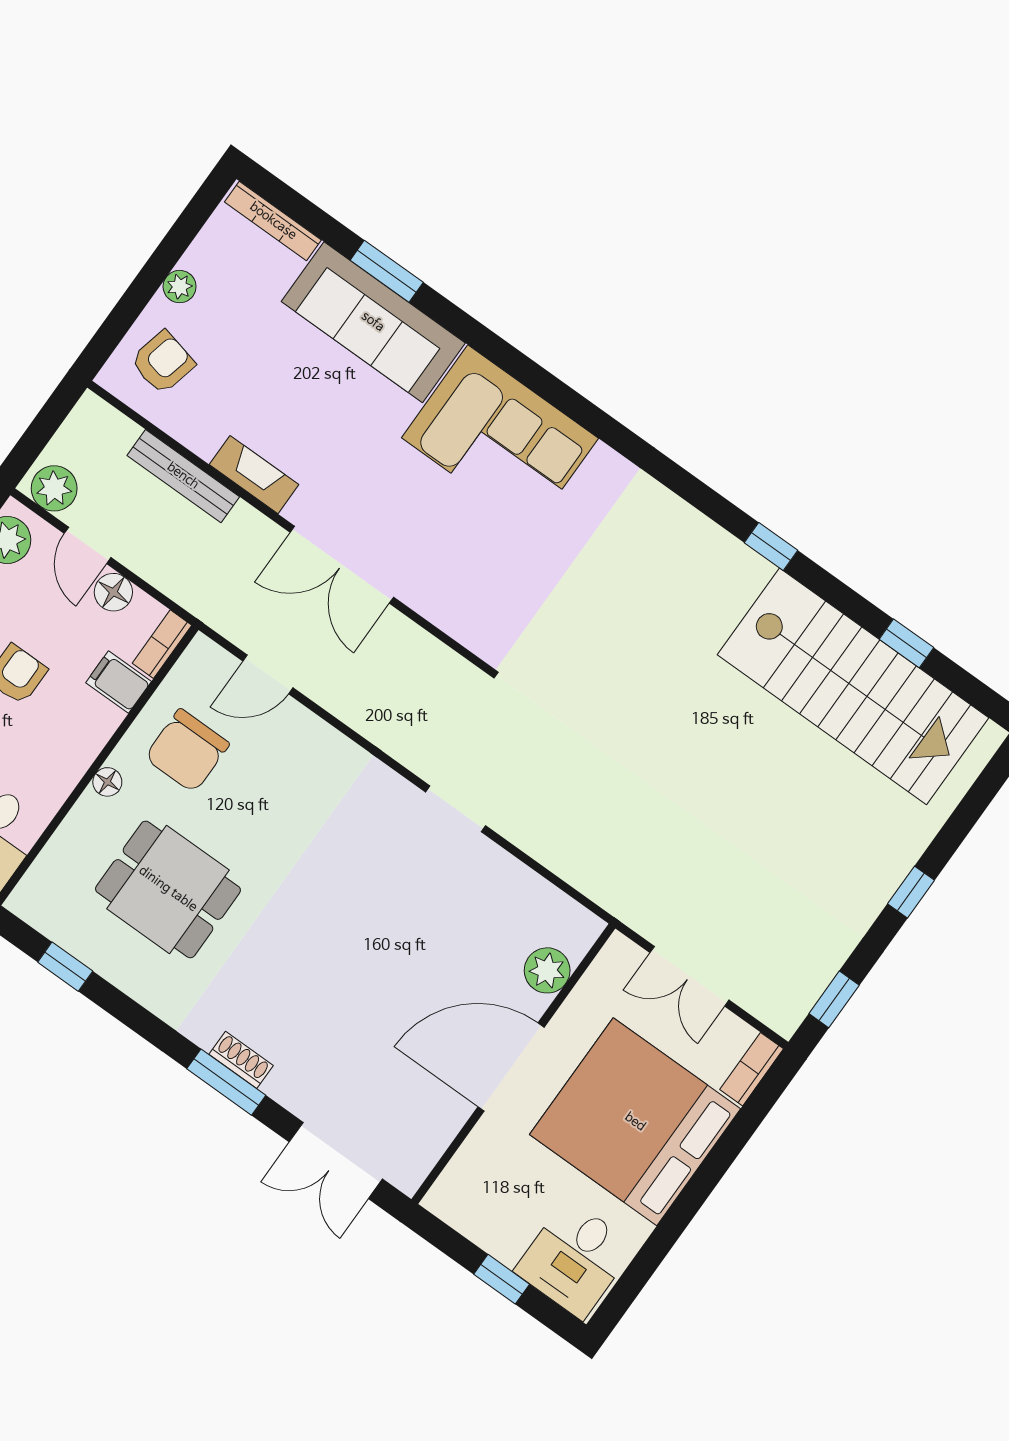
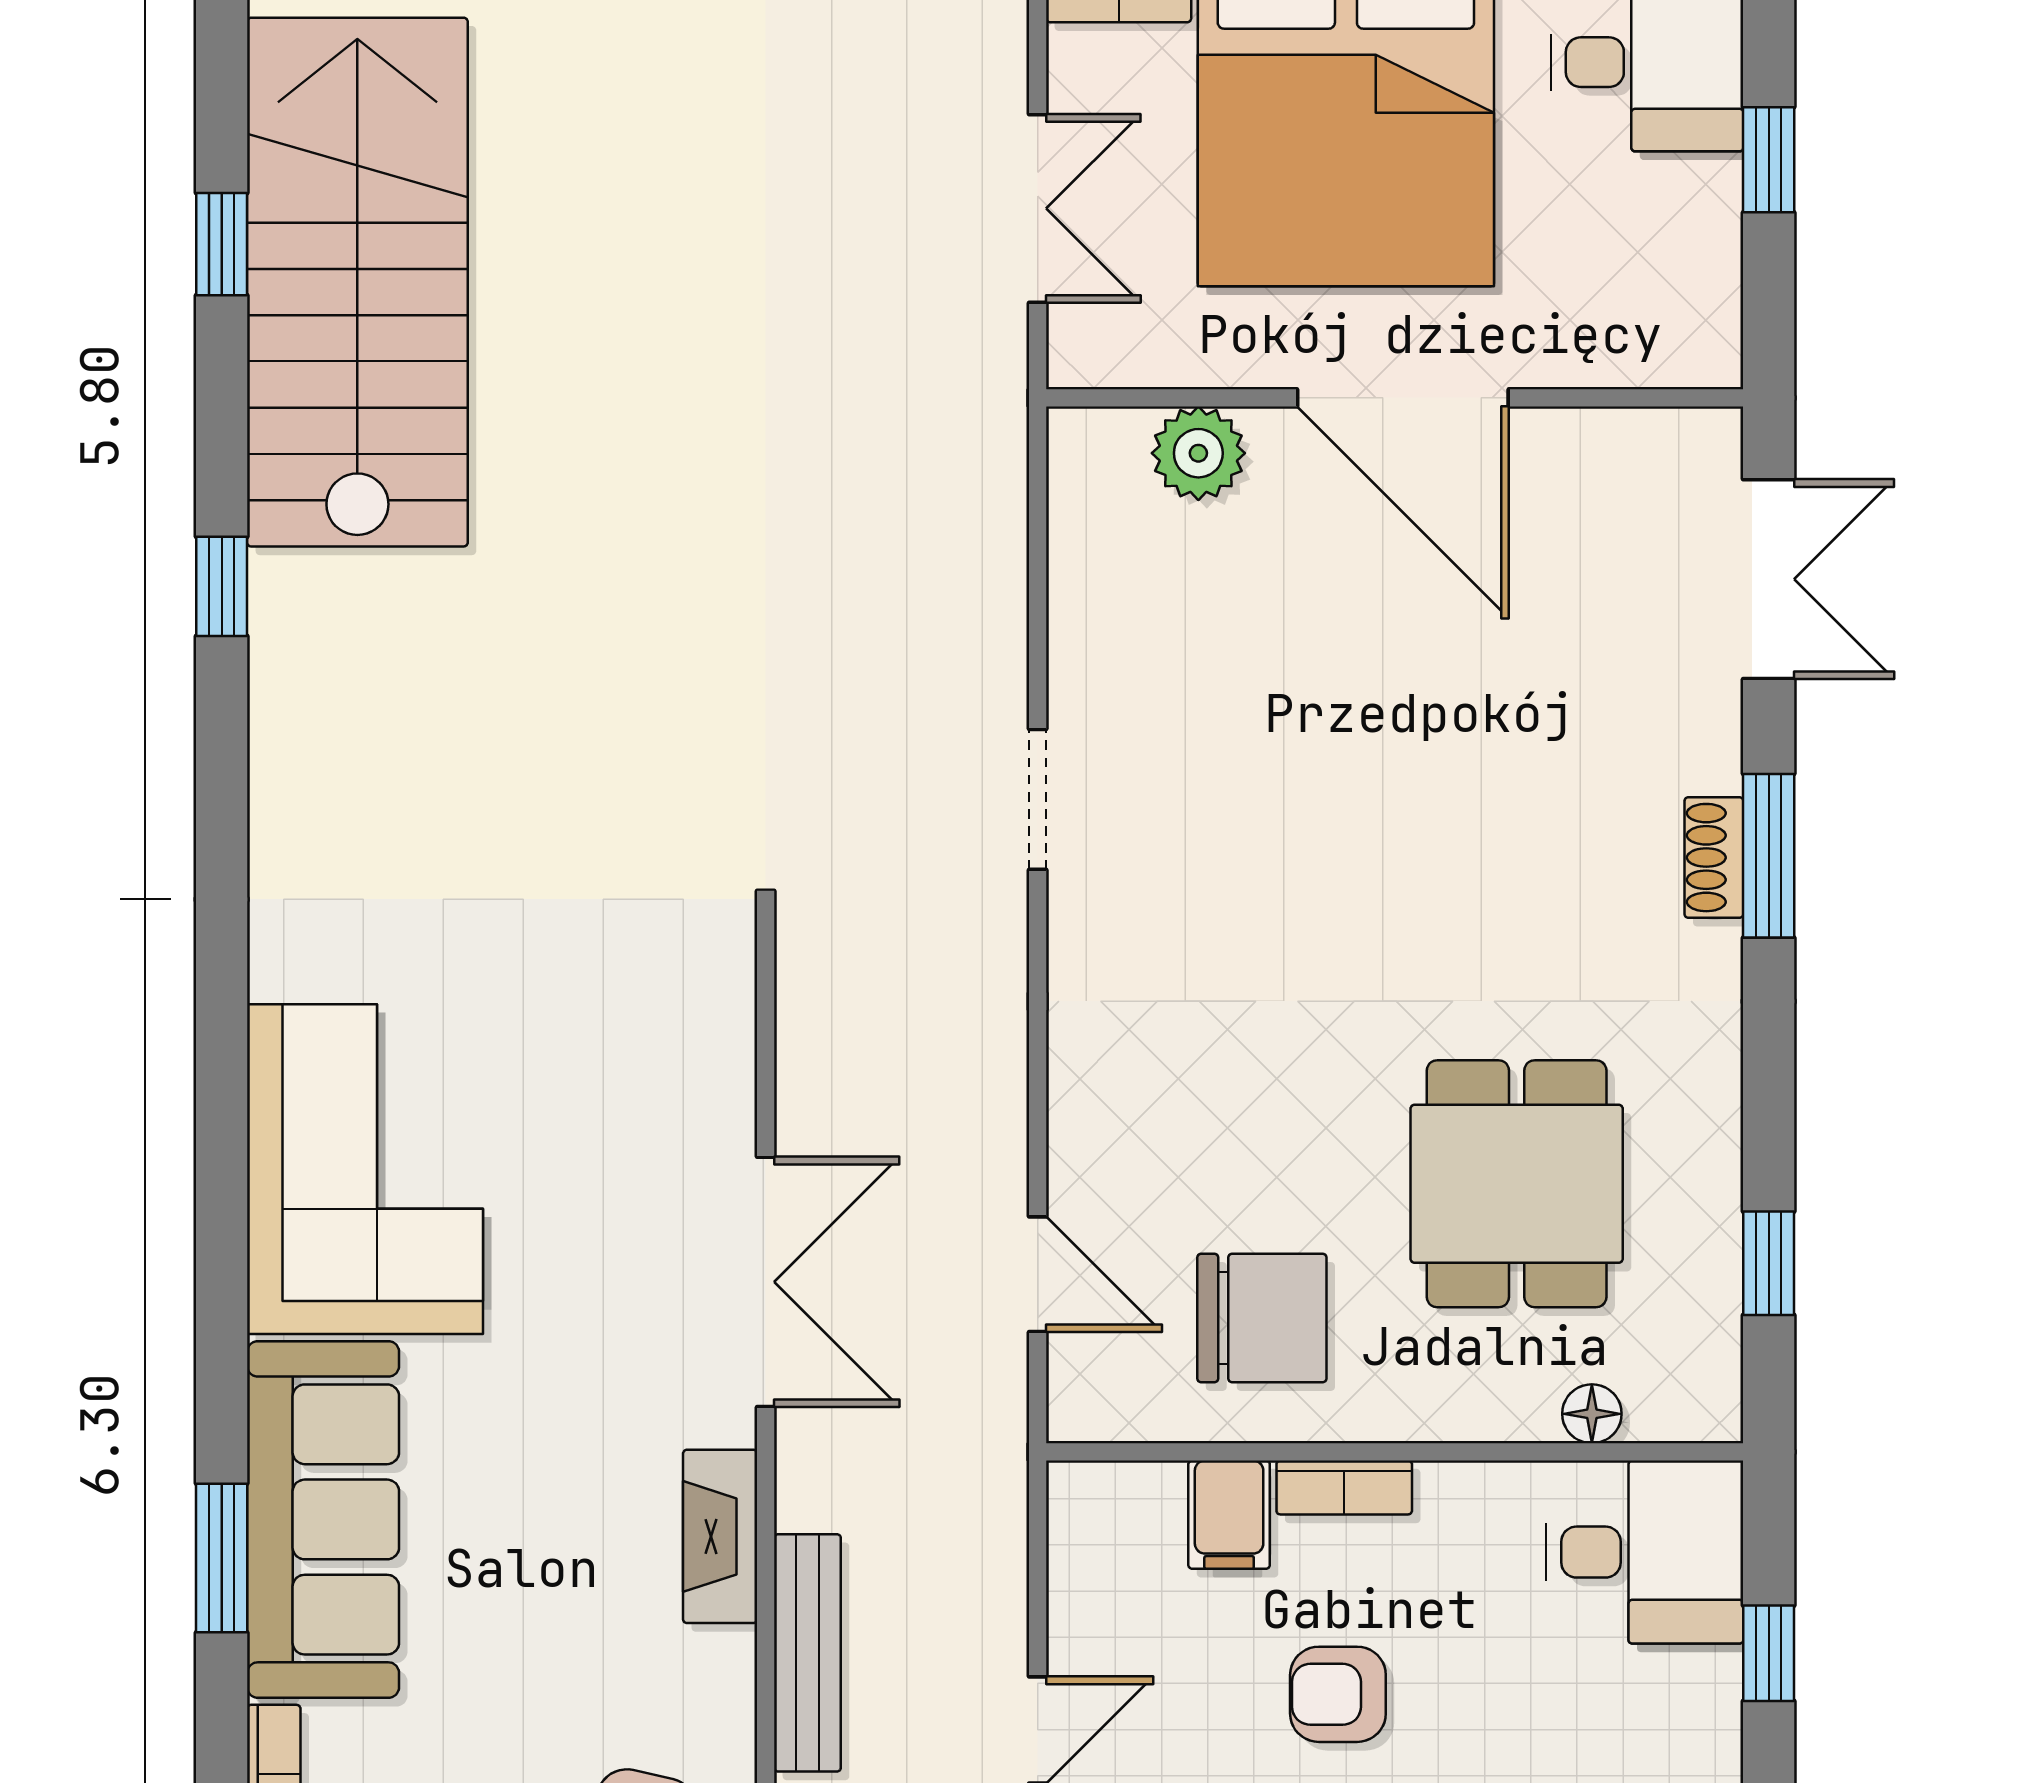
floor lamp: (113, 592) -> (1085, 1631), removed
bookcase: (162, 644) -> (1344, 1487), moved
floor lamp: (107, 782) -> (1592, 1414), moved

